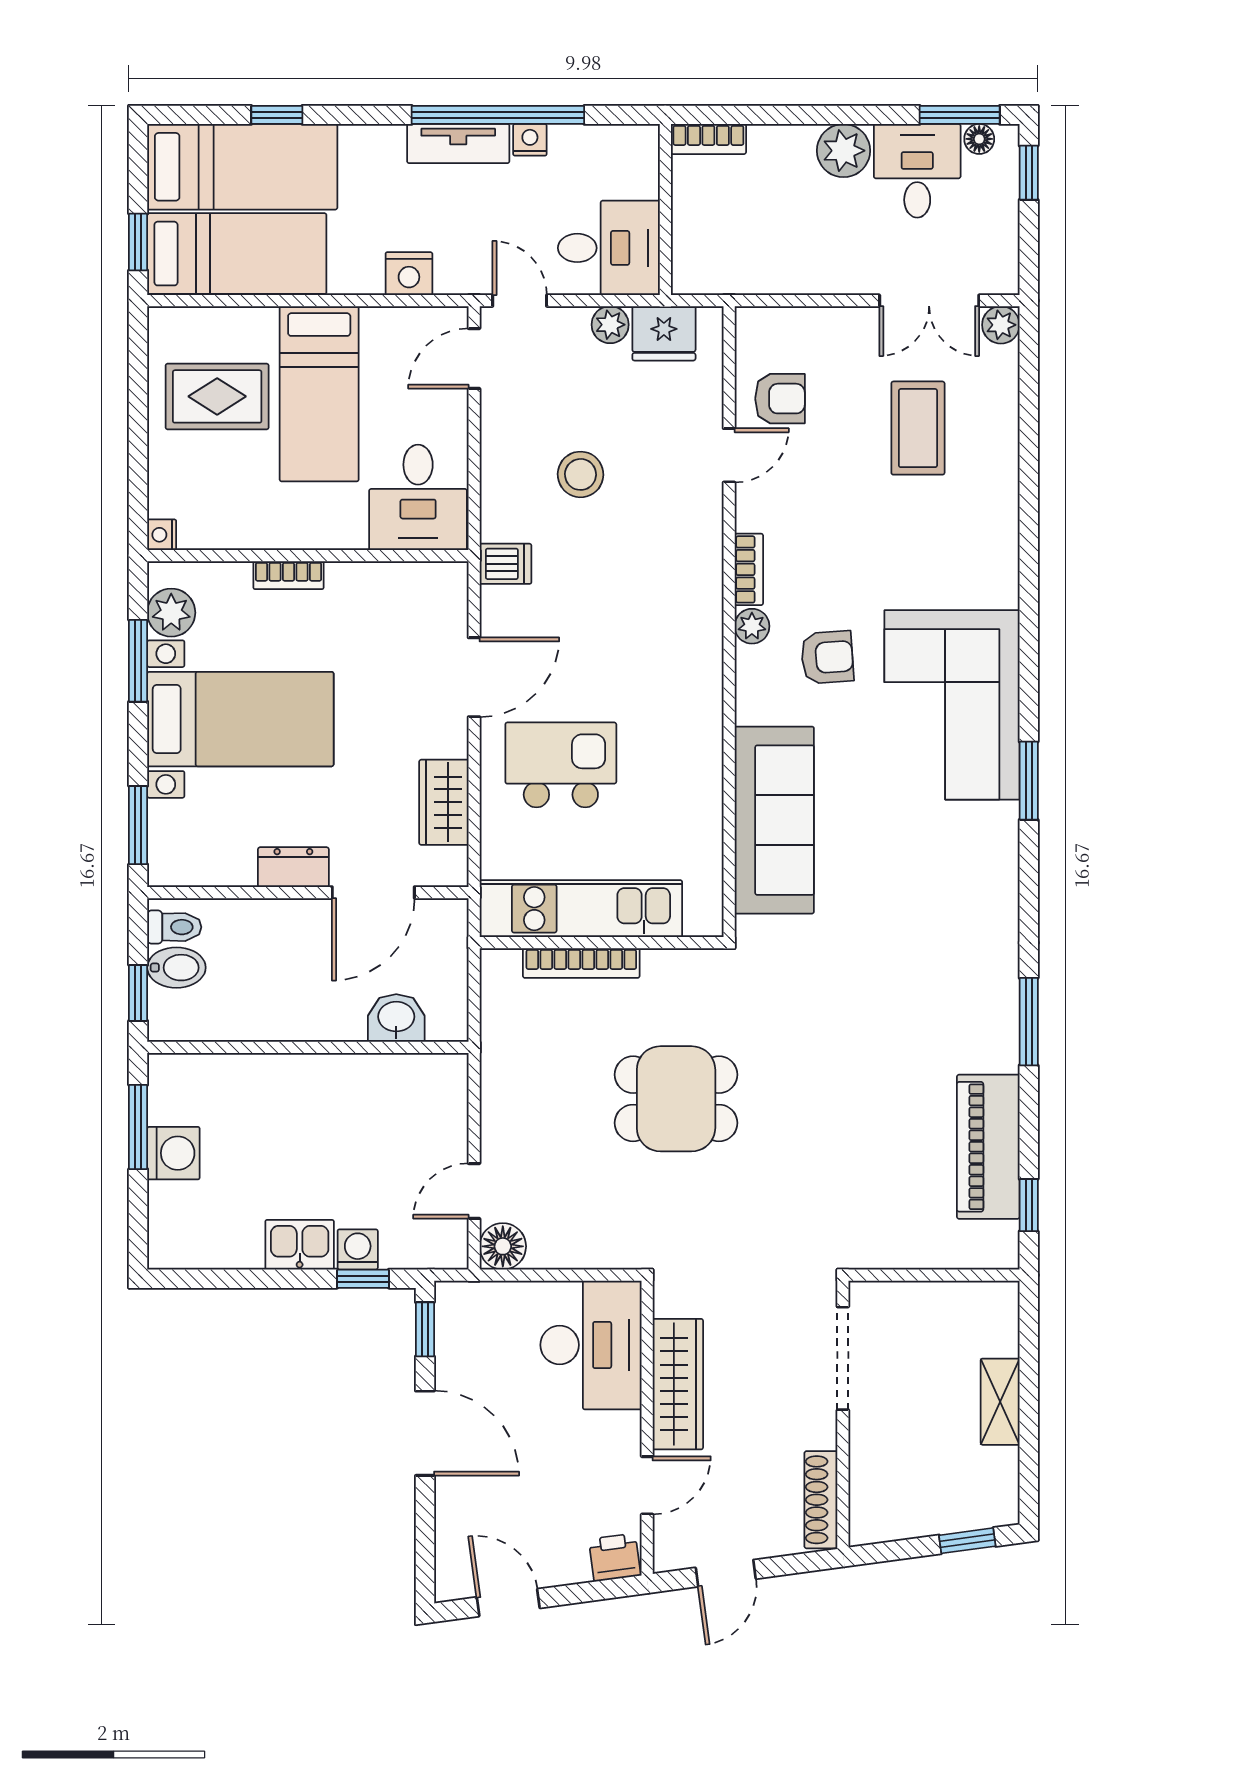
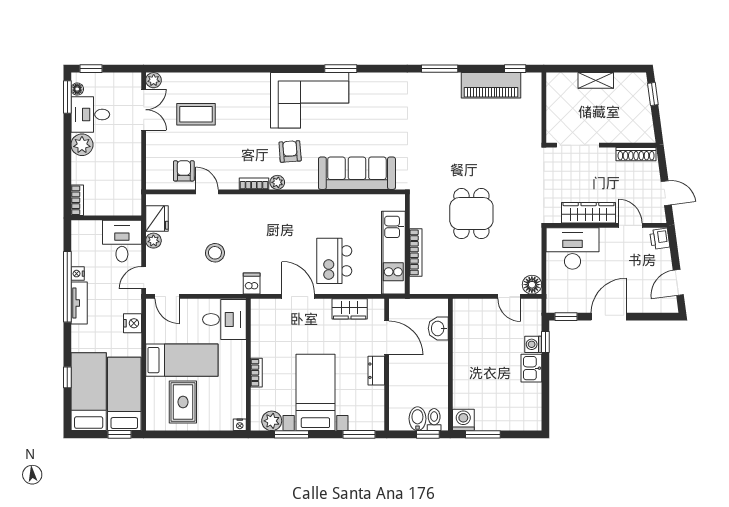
toilet: (174, 927) -> (434, 420), moved
washing machine: (173, 1153) -> (463, 420), moved

